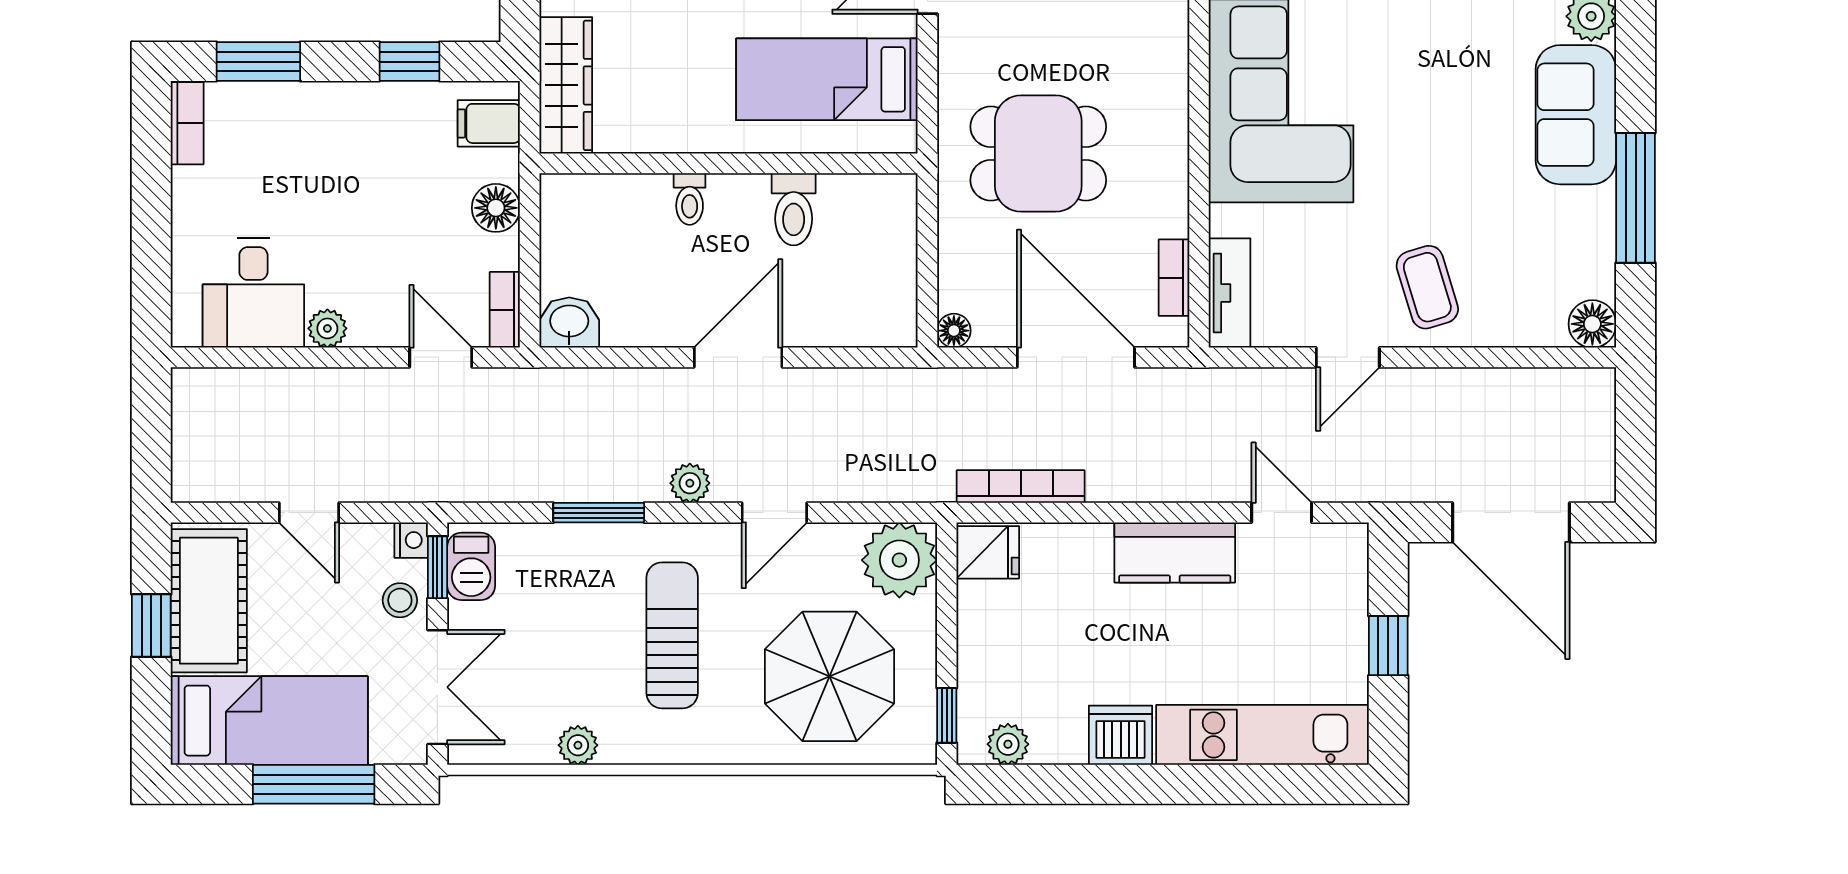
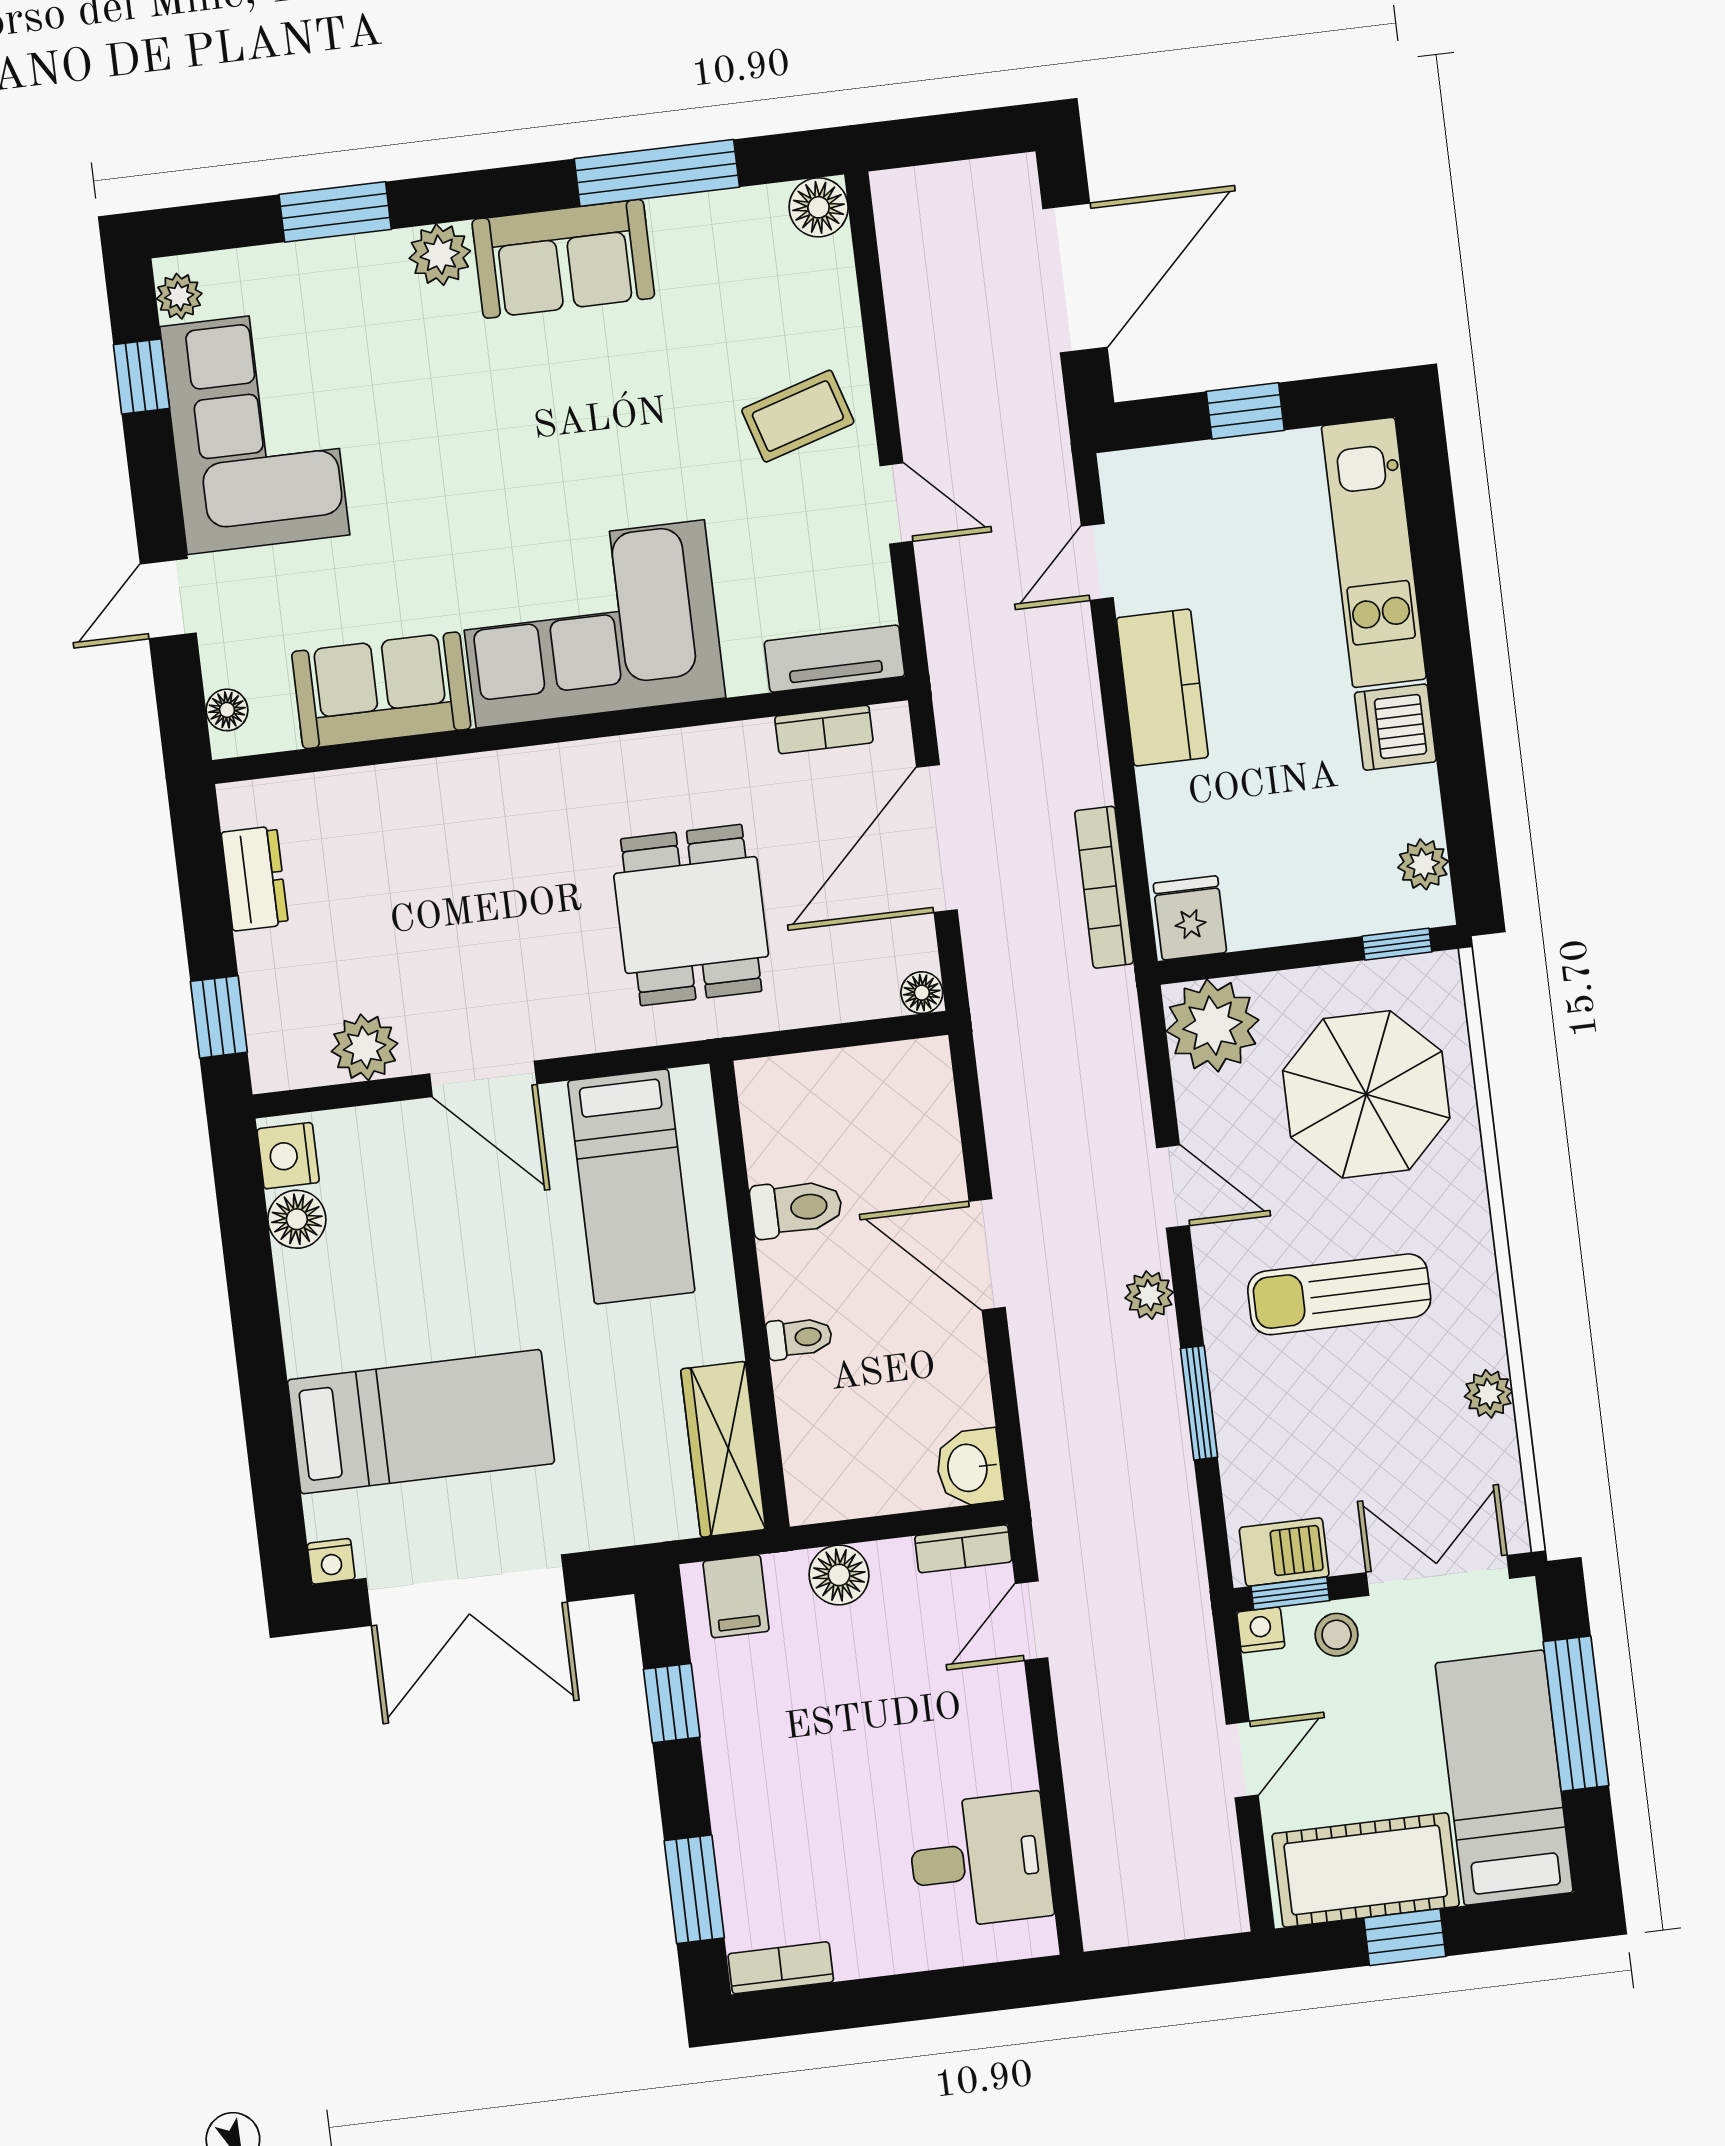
wardrobe: (566, 85) -> (723, 1449), moved, turned -90
plant: (327, 328) -> (1013, 1765), removed

